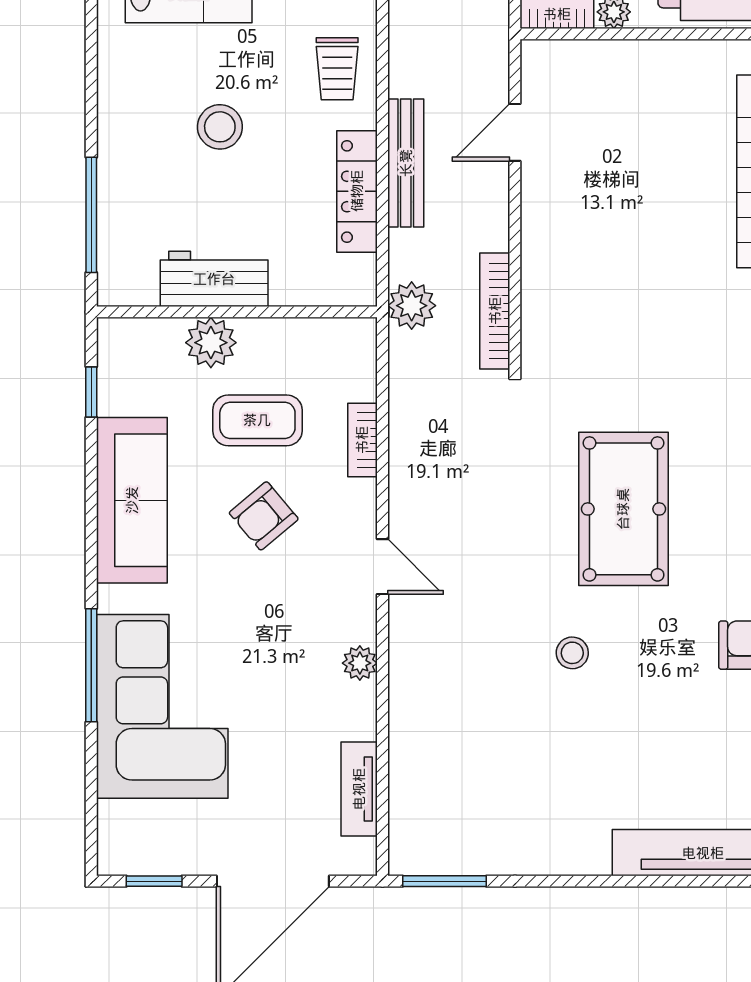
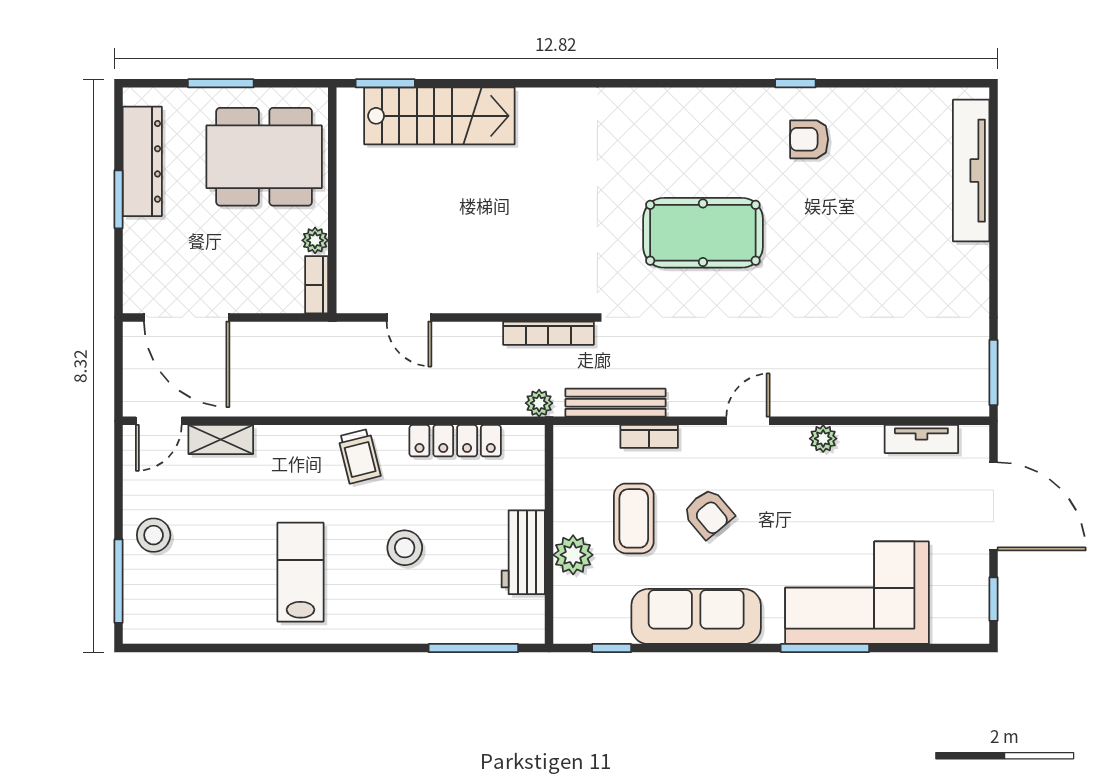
trolley: (337, 69) -> (359, 456), turned 76
bench: (406, 163) -> (616, 403), moved
plant: (412, 306) -> (539, 403), width x0.73, depth x0.73
stool: (572, 653) -> (815, 273), removed

